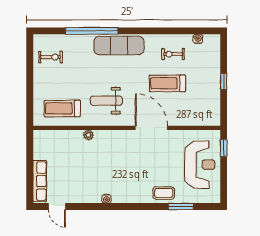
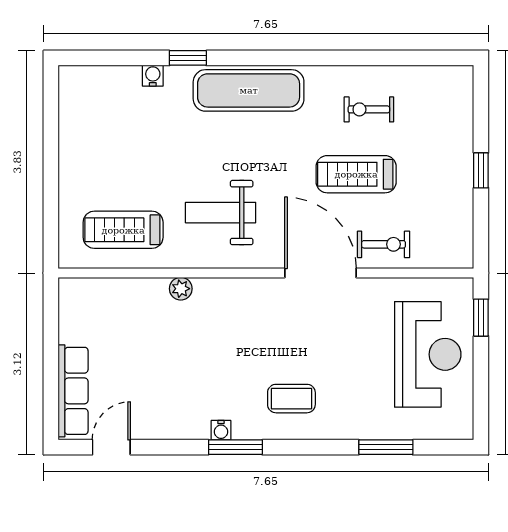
window: (92, 31) -> (188, 58), width x0.32
water cooler: (198, 39) -> (153, 76), moved
exercise bike: (51, 57) -> (384, 244), moved
coffee table: (164, 193) -> (291, 399), moved
door: (57, 207) -> (111, 447), swing flipped
window: (113, 207) -> (235, 447), added

